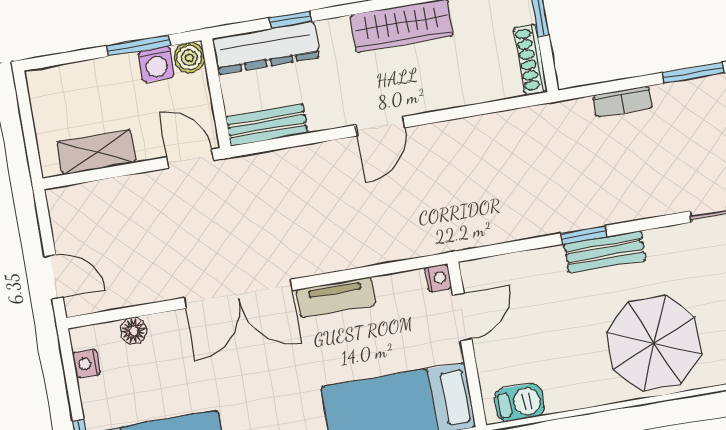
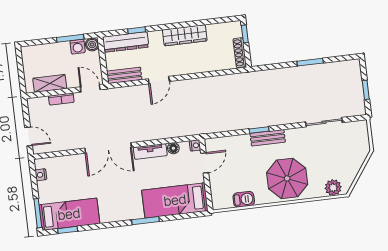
bookcase: (623, 102) -> (61, 99), moved
door: (380, 126) -> (159, 80), moved
floor lamp: (134, 331) -> (173, 148), moved
barbecue: (519, 403) -> (244, 199), moved

